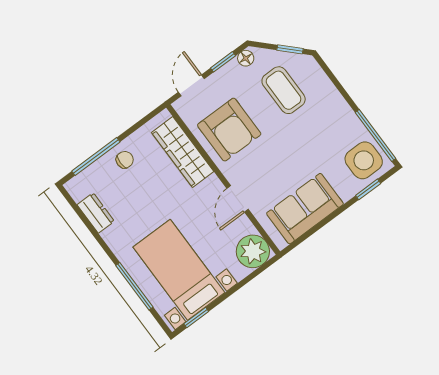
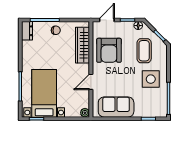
side table: (364, 160) -> (151, 79), moved
dresser: (96, 213) -> (27, 31), moved
plant: (253, 251) -> (85, 113), width x0.53, depth x0.53

